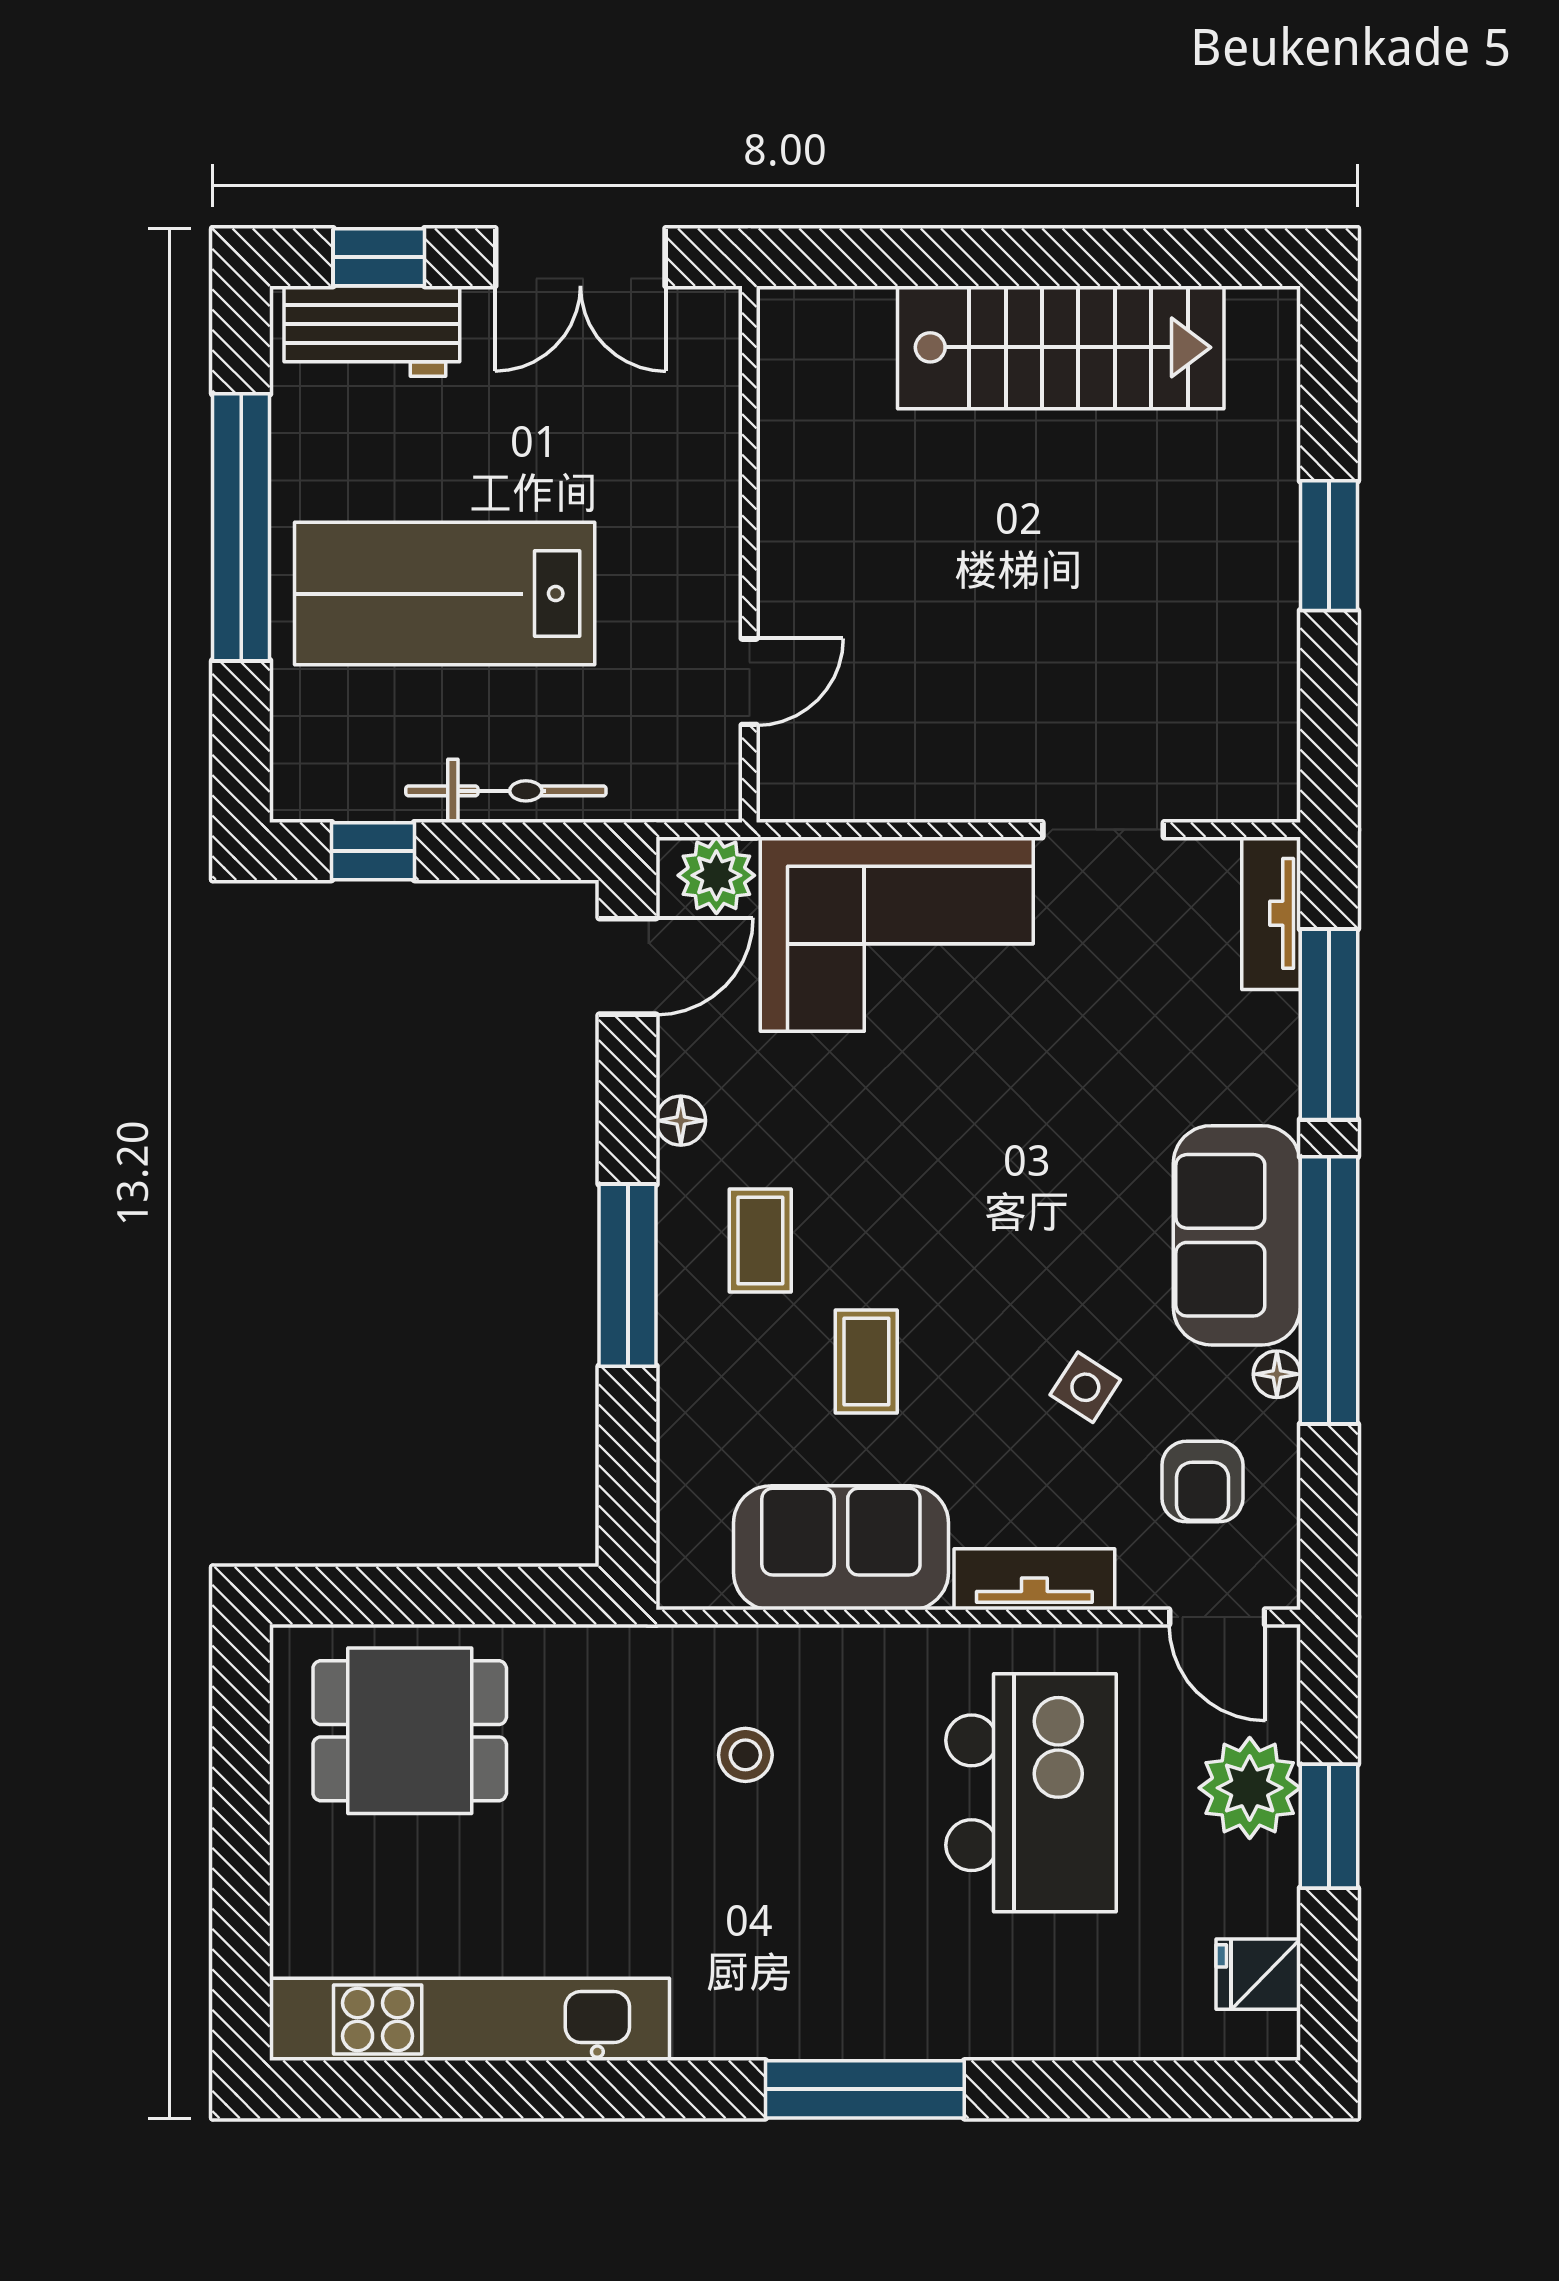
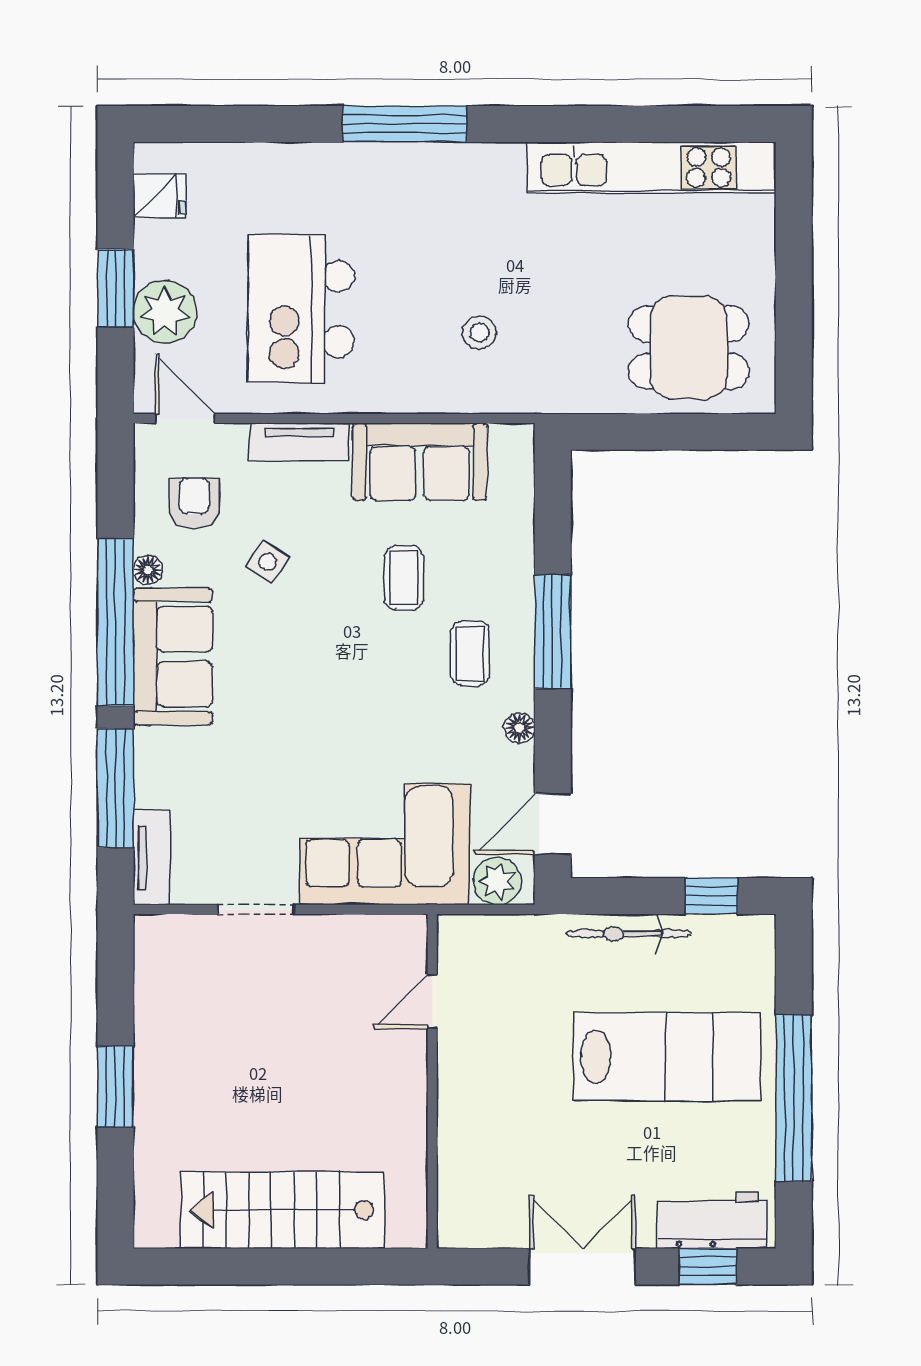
wall: (749, 554) -> (432, 1081), moved
door: (749, 682) -> (432, 1002), moved

